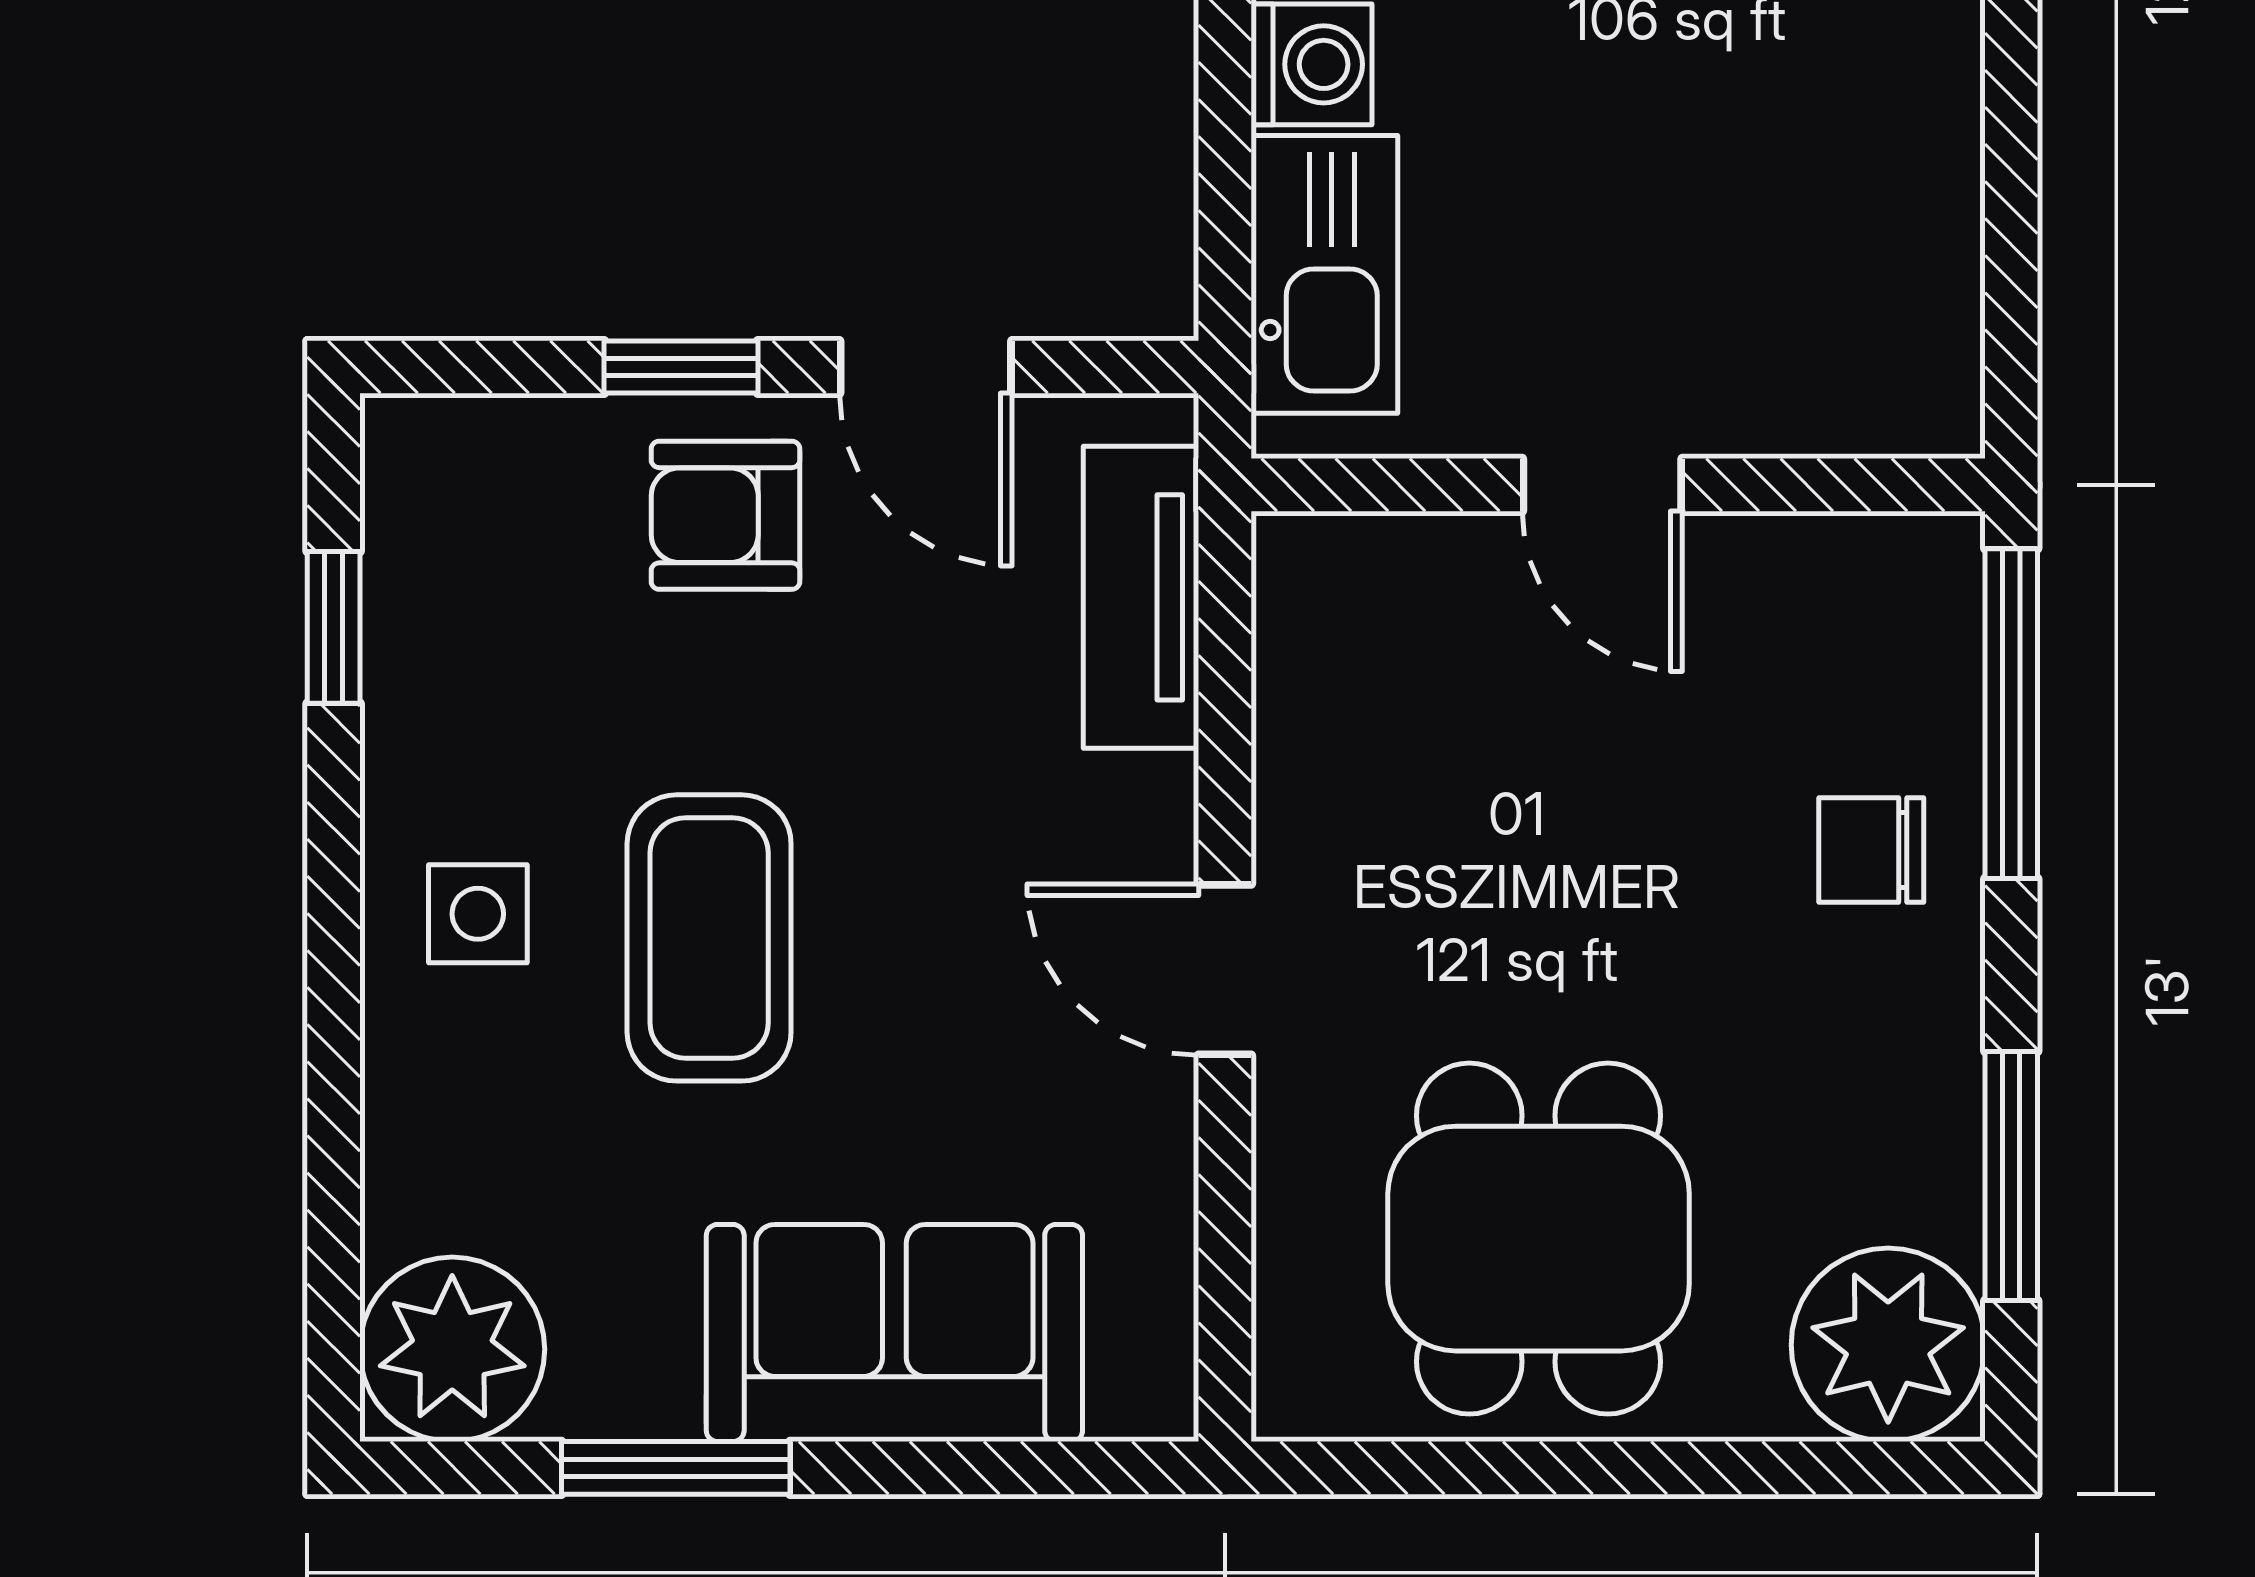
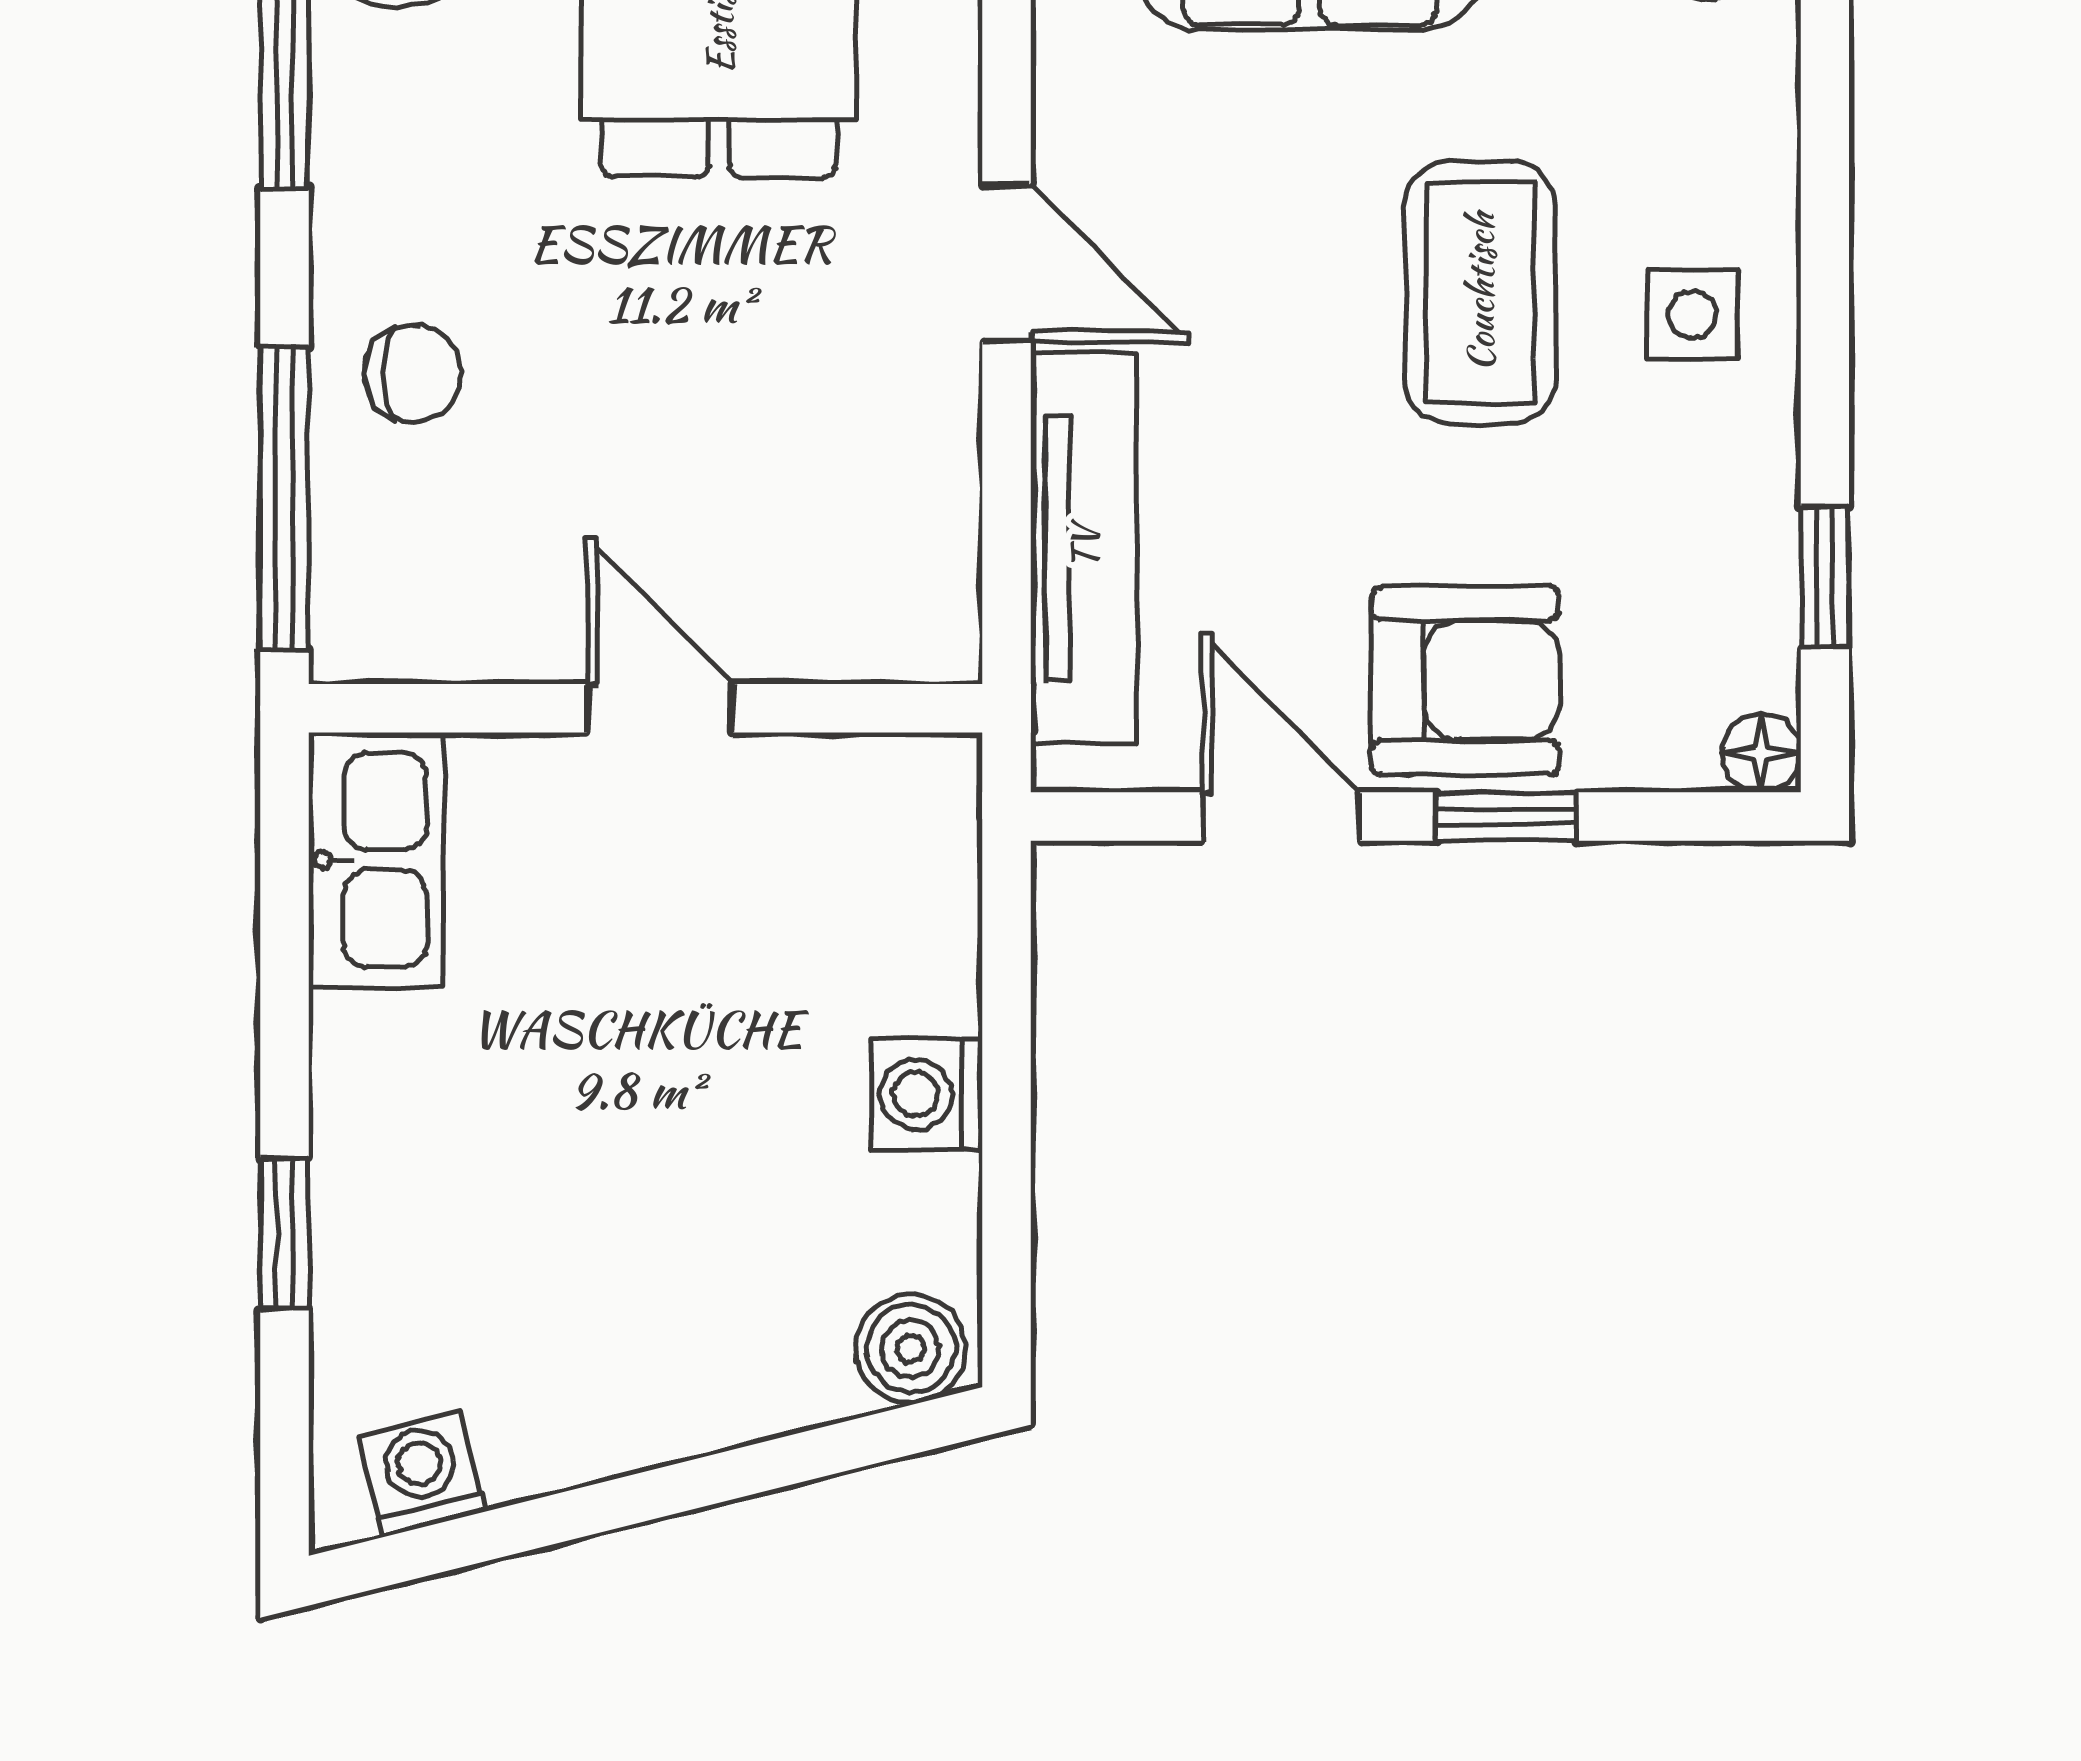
kitchen sink: (1324, 274) -> (376, 860), moved, turned 180
floor lamp: (403, 436) -> (1761, 753), added
armchair: (726, 515) -> (1465, 680), width x1.38, depth x1.38
tv unit: (1141, 597) -> (1084, 548), width x1.41

